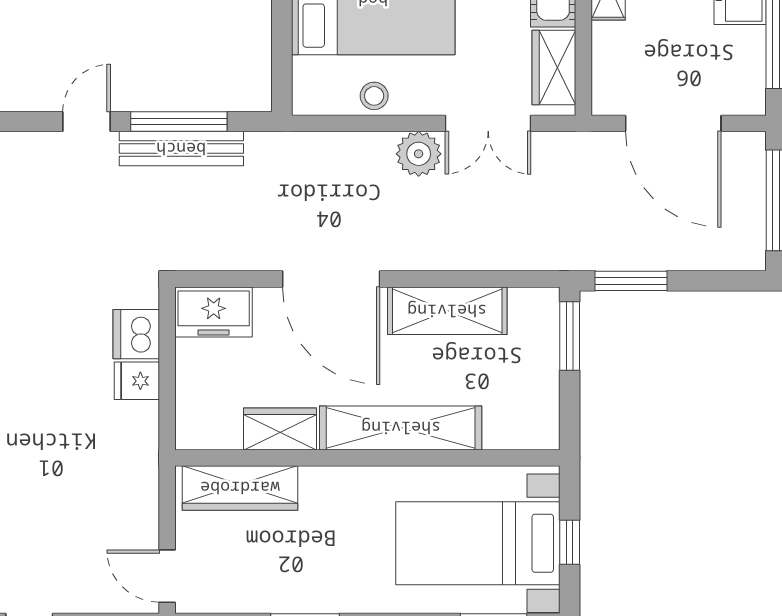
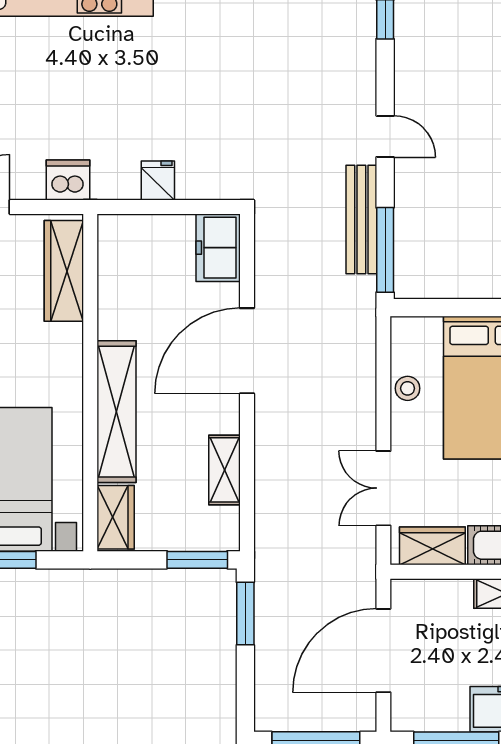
window: (179, 122) -> (385, 250), moved
plant: (419, 154) -> (357, 427), removed
shelving: (447, 311) -> (225, 470), width x0.67, depth x0.75
dishwasher: (136, 334) -> (68, 180), moved
wardrobe: (280, 429) -> (116, 517), moved

